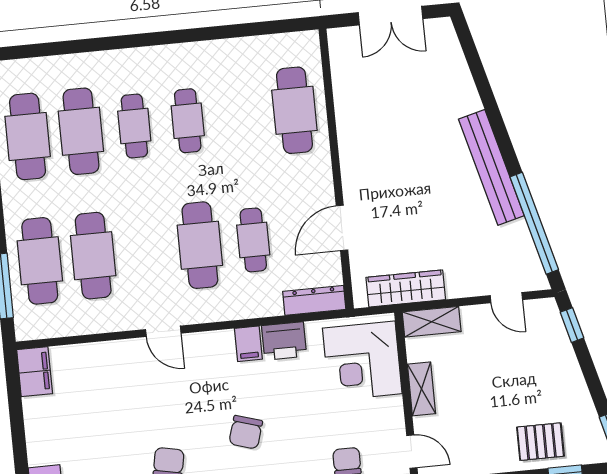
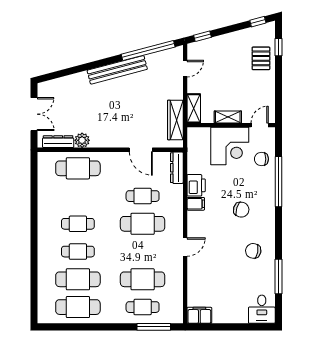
dresser: (342, 67) -> (58, 142), added
plant: (349, 113) -> (82, 140), added
cafe table: (40, 261) -> (143, 307), width x0.73, depth x0.74
corner desk: (362, 361) -> (230, 146), moved

